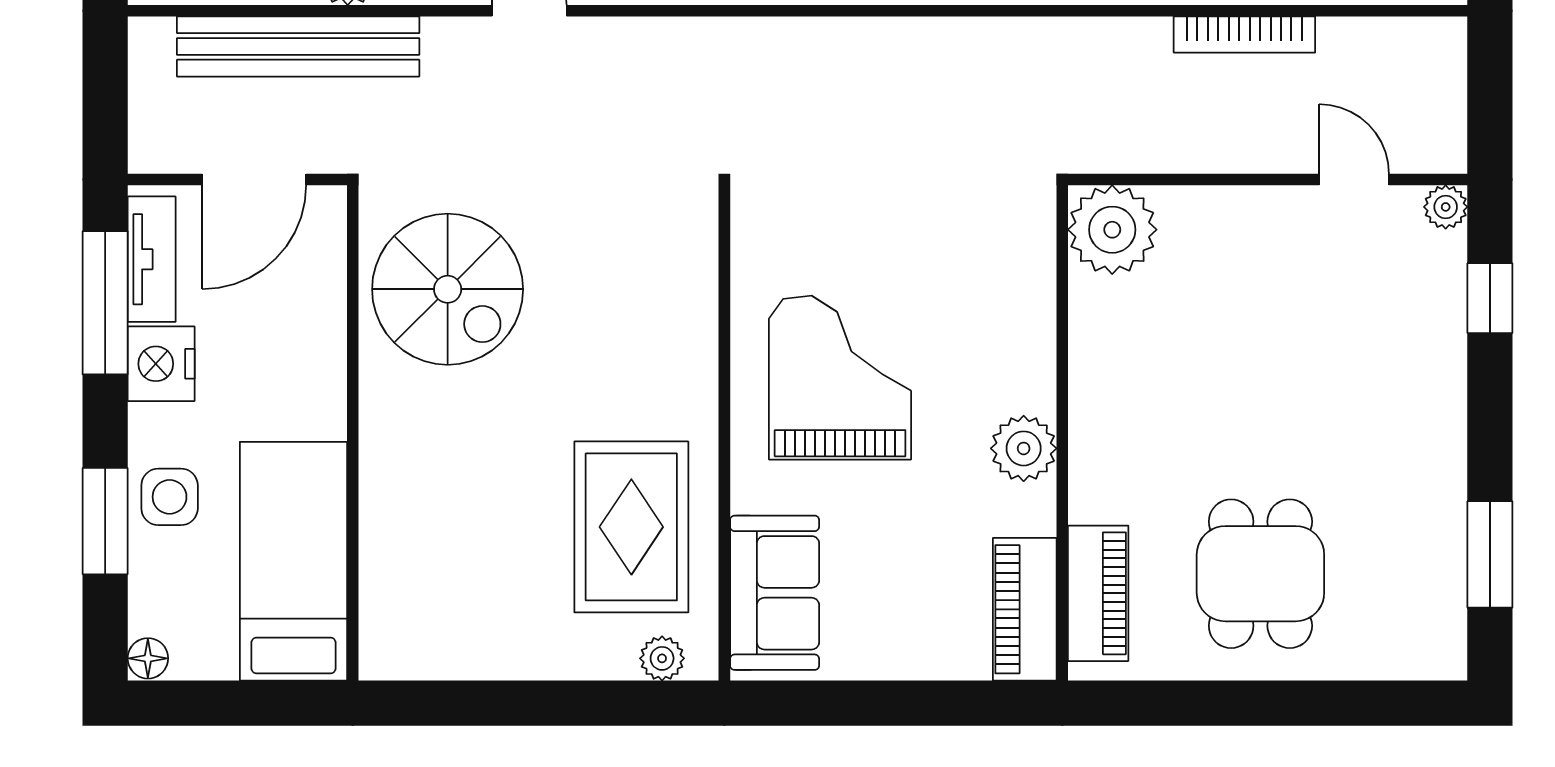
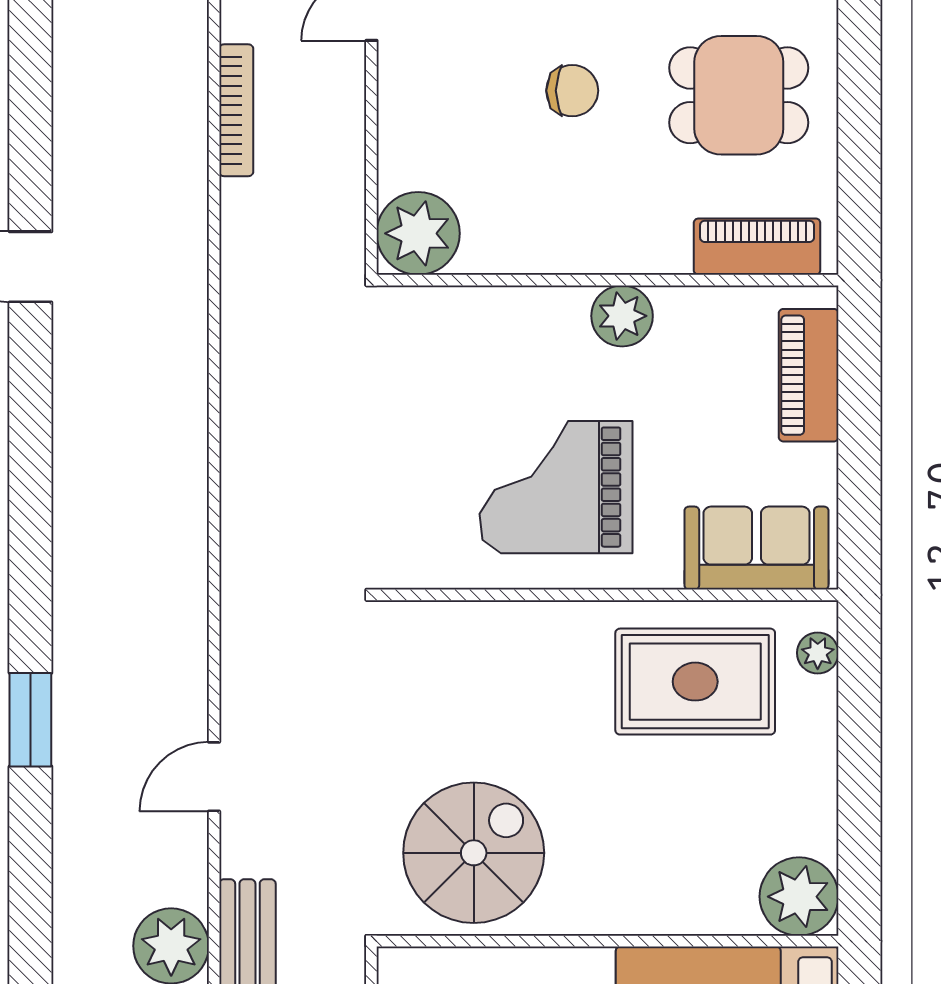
chair: (1265, 395) -> (572, 91), added
piano: (1025, 609) -> (809, 375), moved, turned 90
plant: (401, 638) -> (799, 897), added

